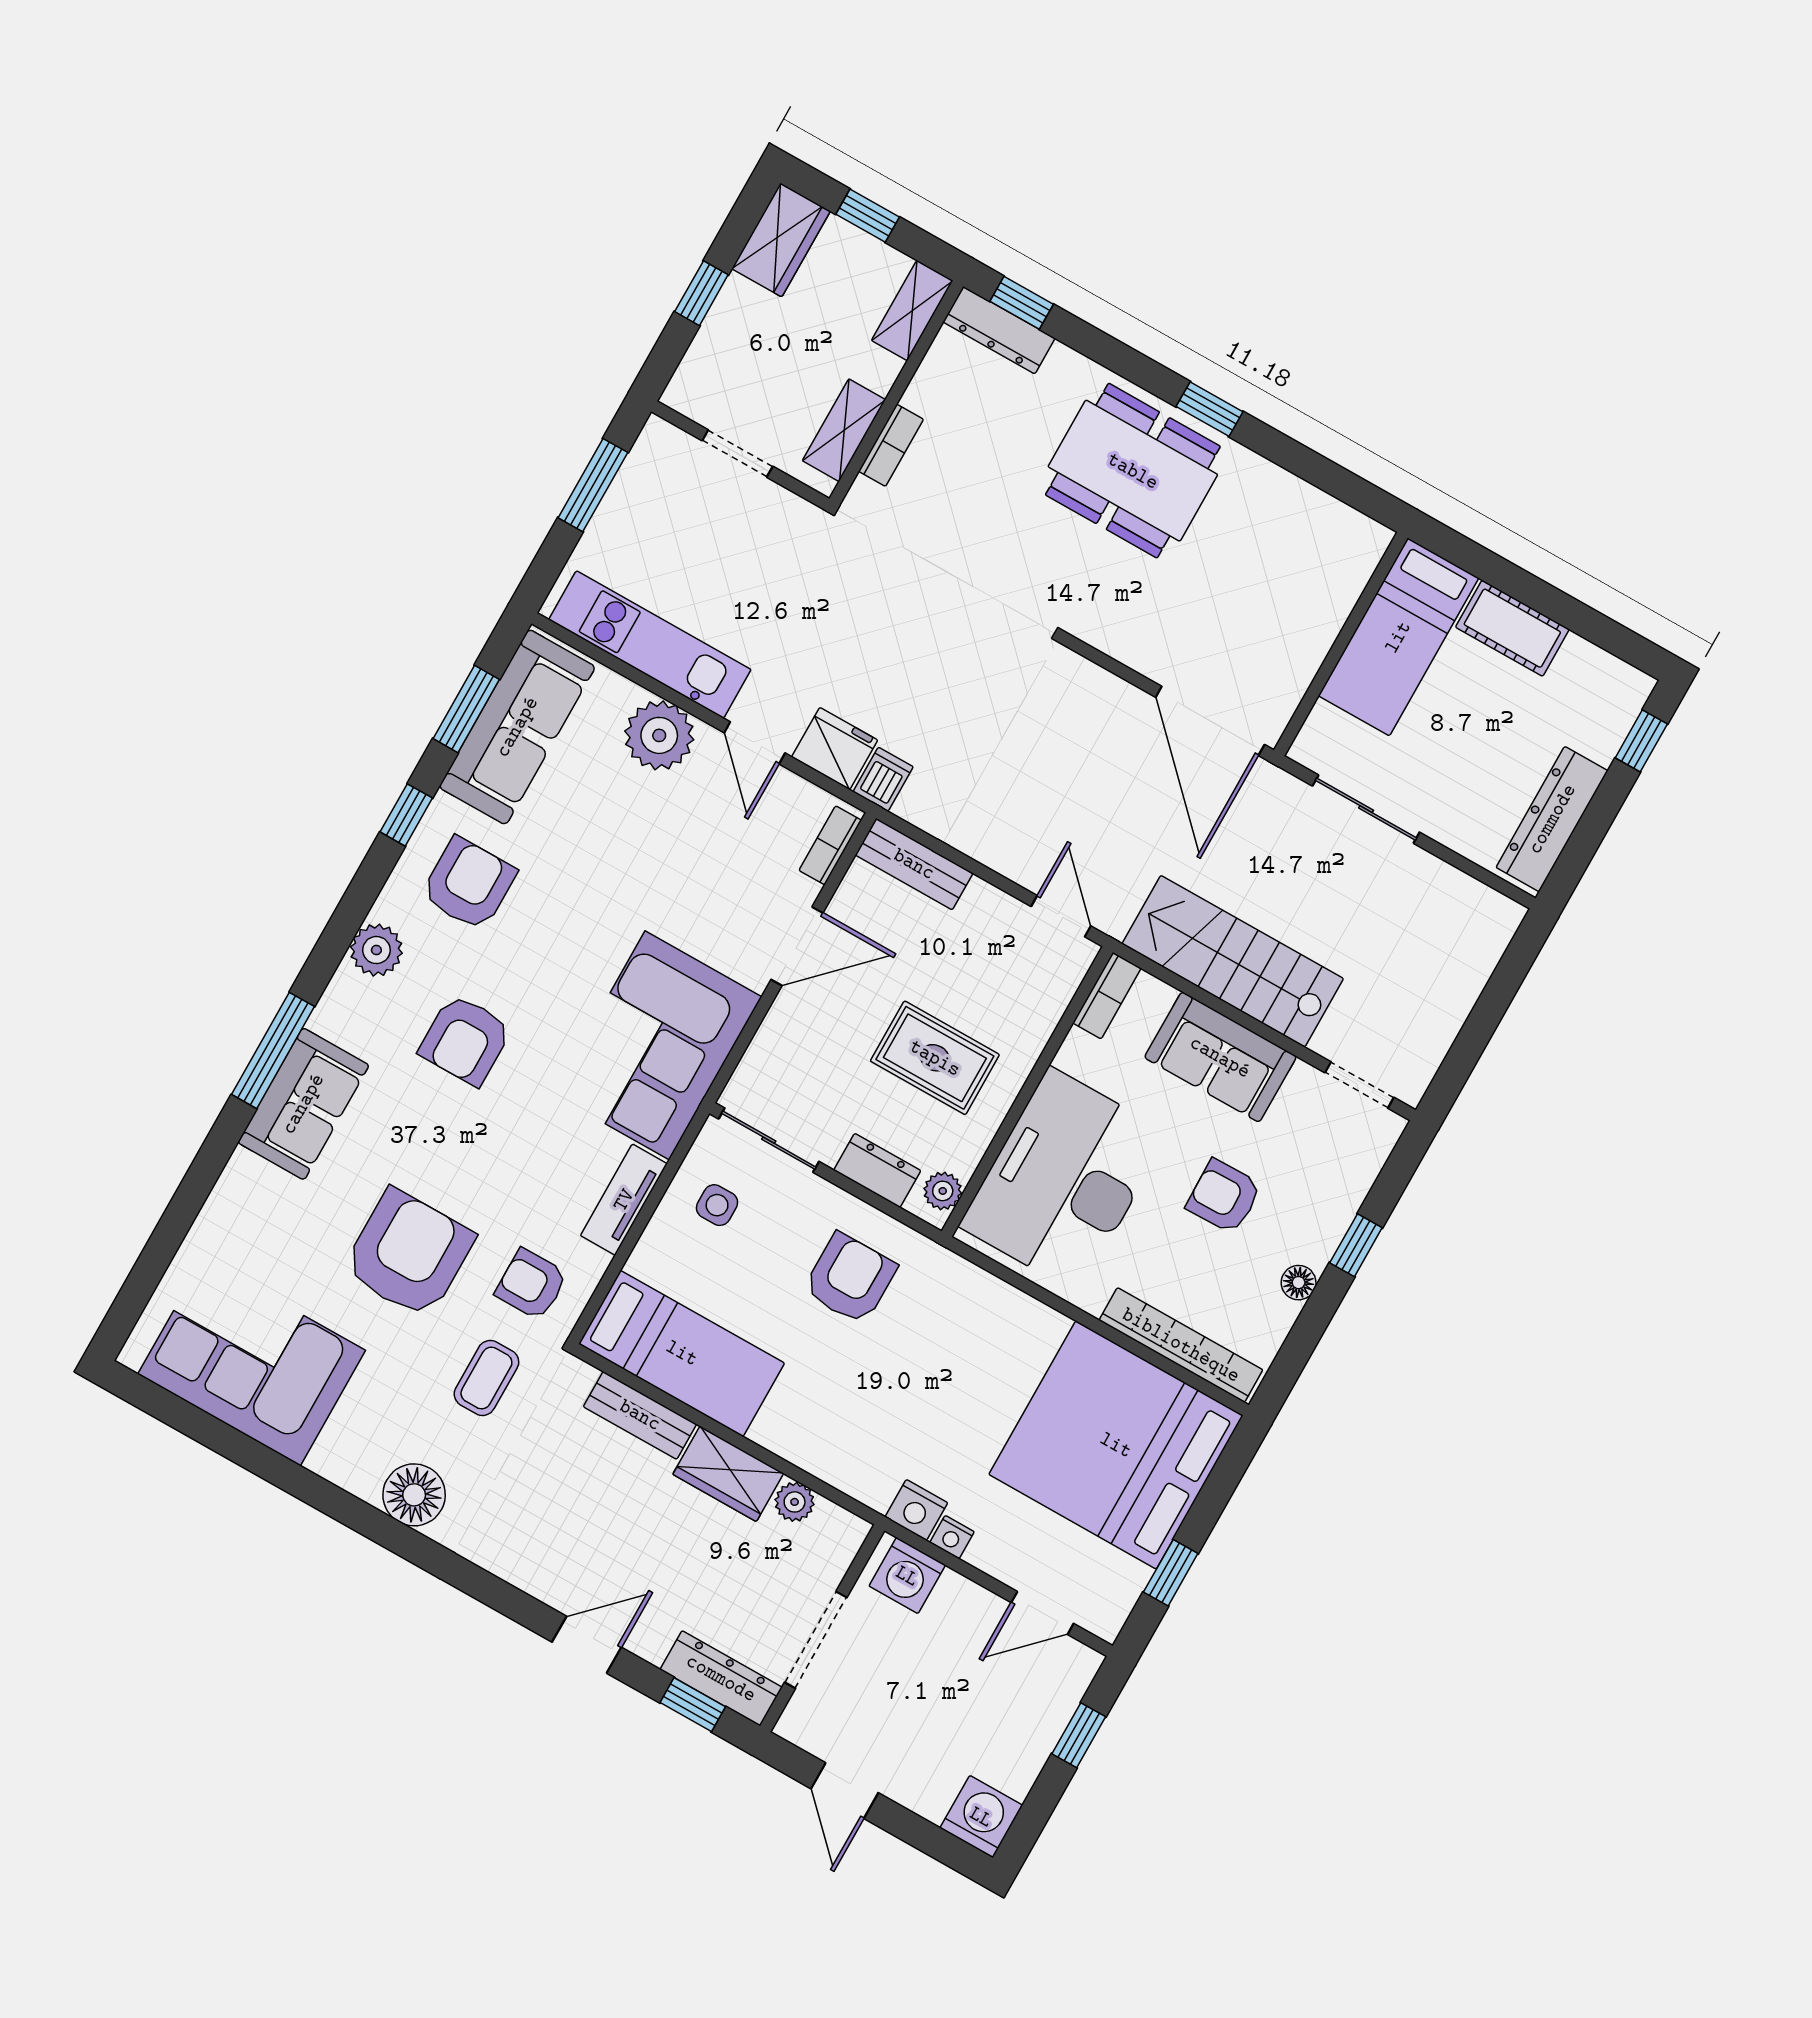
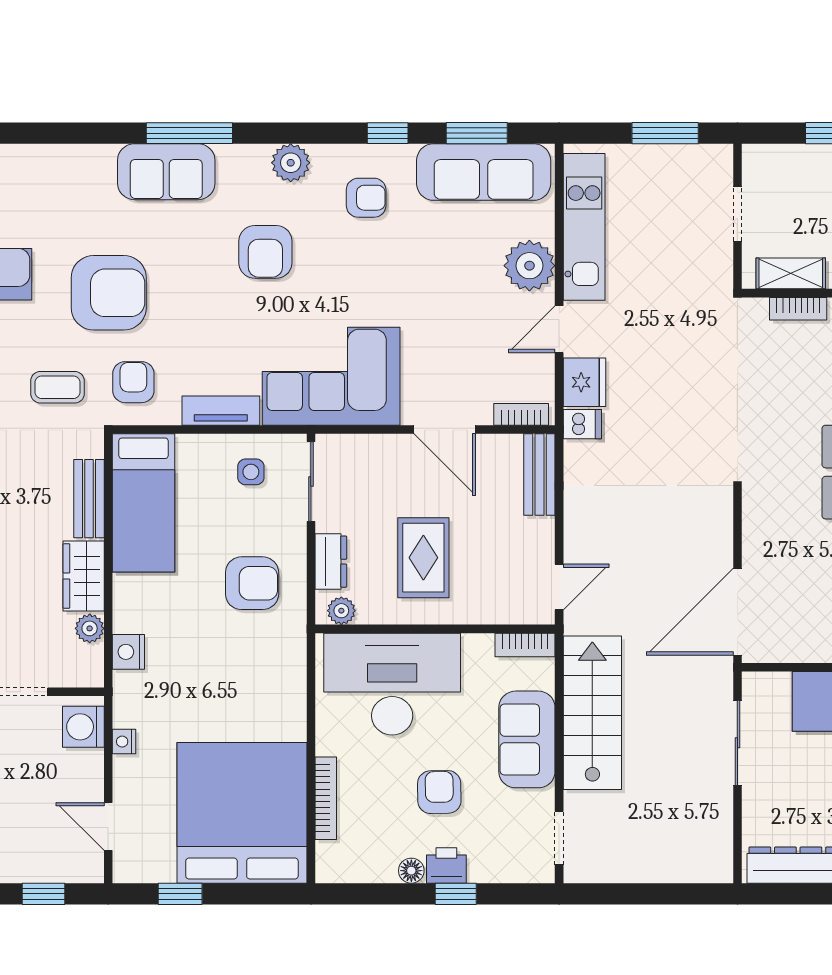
armchair: (469, 884) -> (366, 198), width x0.72, depth x0.72
armchair: (465, 1040) -> (265, 252), turned -90
printer: (1316, 1237) -> (446, 865), added
bookcase: (1181, 1345) -> (326, 798), width x0.68, depth x0.76
nightstand: (916, 1510) -> (128, 652), moved

